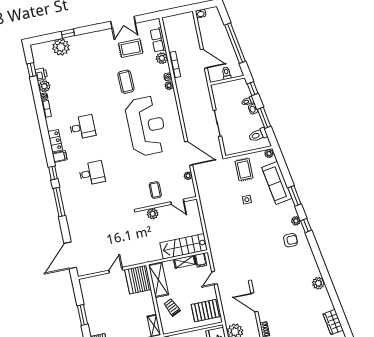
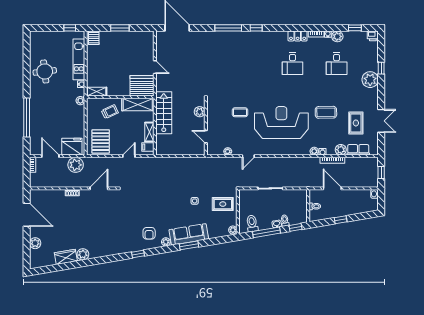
window: (177, 11) -> (381, 173), added
double door: (123, 22) -> (381, 121), swing flipped
window: (235, 43) -> (341, 220), width x0.32
plant: (61, 47) -> (370, 80), moved
door: (204, 59) -> (332, 188), swing flipped
printer: (41, 74) -> (373, 36), moved
window: (264, 118) -> (267, 232), width x1.44
reception desk: (146, 126) -> (281, 122), turned 180
locker: (55, 141) -> (298, 36), moved
door: (189, 153) -> (248, 156), width x0.53
filing cabinet: (60, 157) -> (270, 37), removed
desk: (92, 173) -> (337, 64), moved
sofa: (277, 183) -> (189, 234), moved
coffee table: (155, 190) -> (240, 112), moved
door: (177, 202) -> (206, 137), hinge flipped
window: (306, 226) -> (138, 254), moved
stairs: (184, 246) -> (164, 113), moved
door: (214, 278) -> (129, 156), hinge flipped
plant: (318, 283) -> (83, 254), moved

